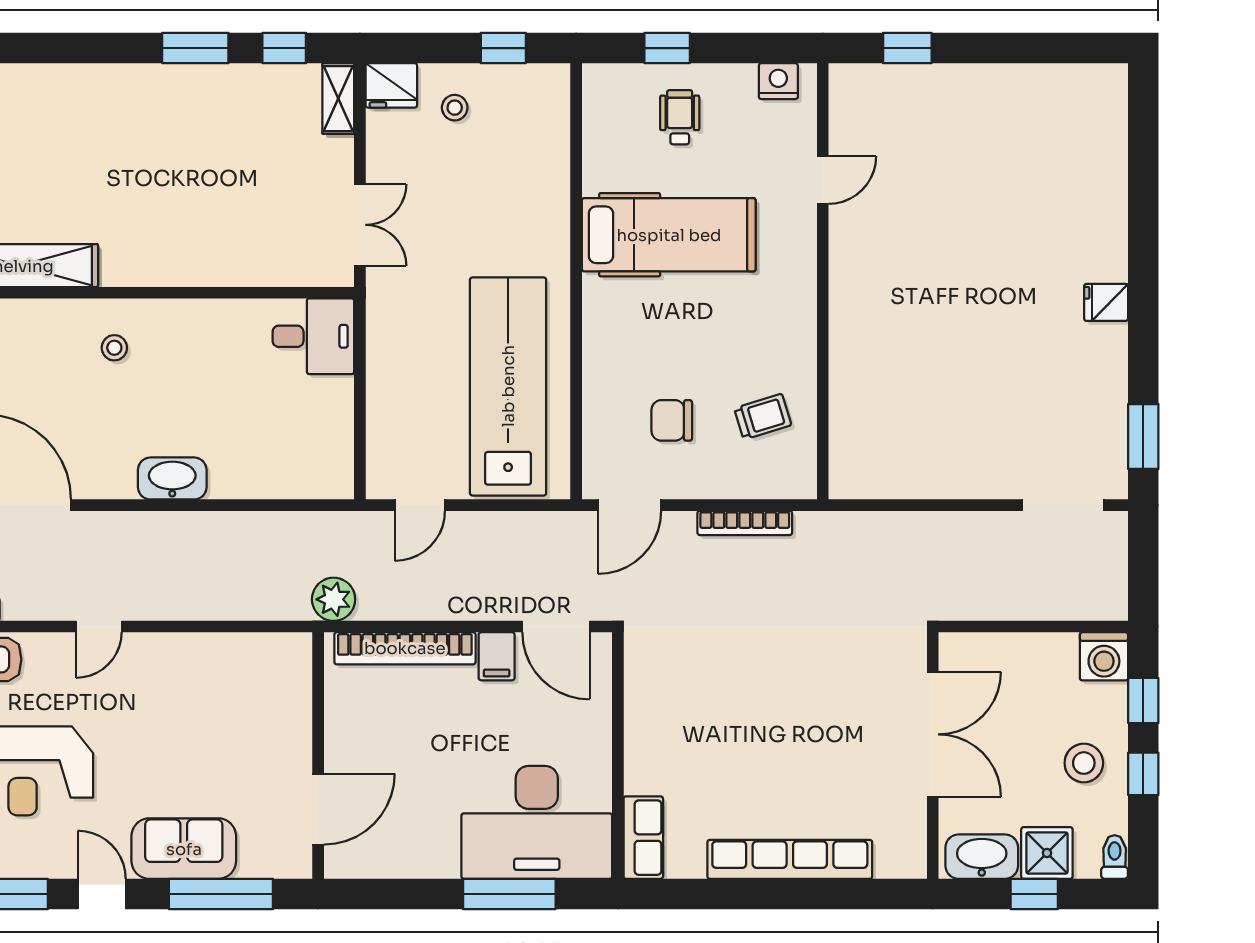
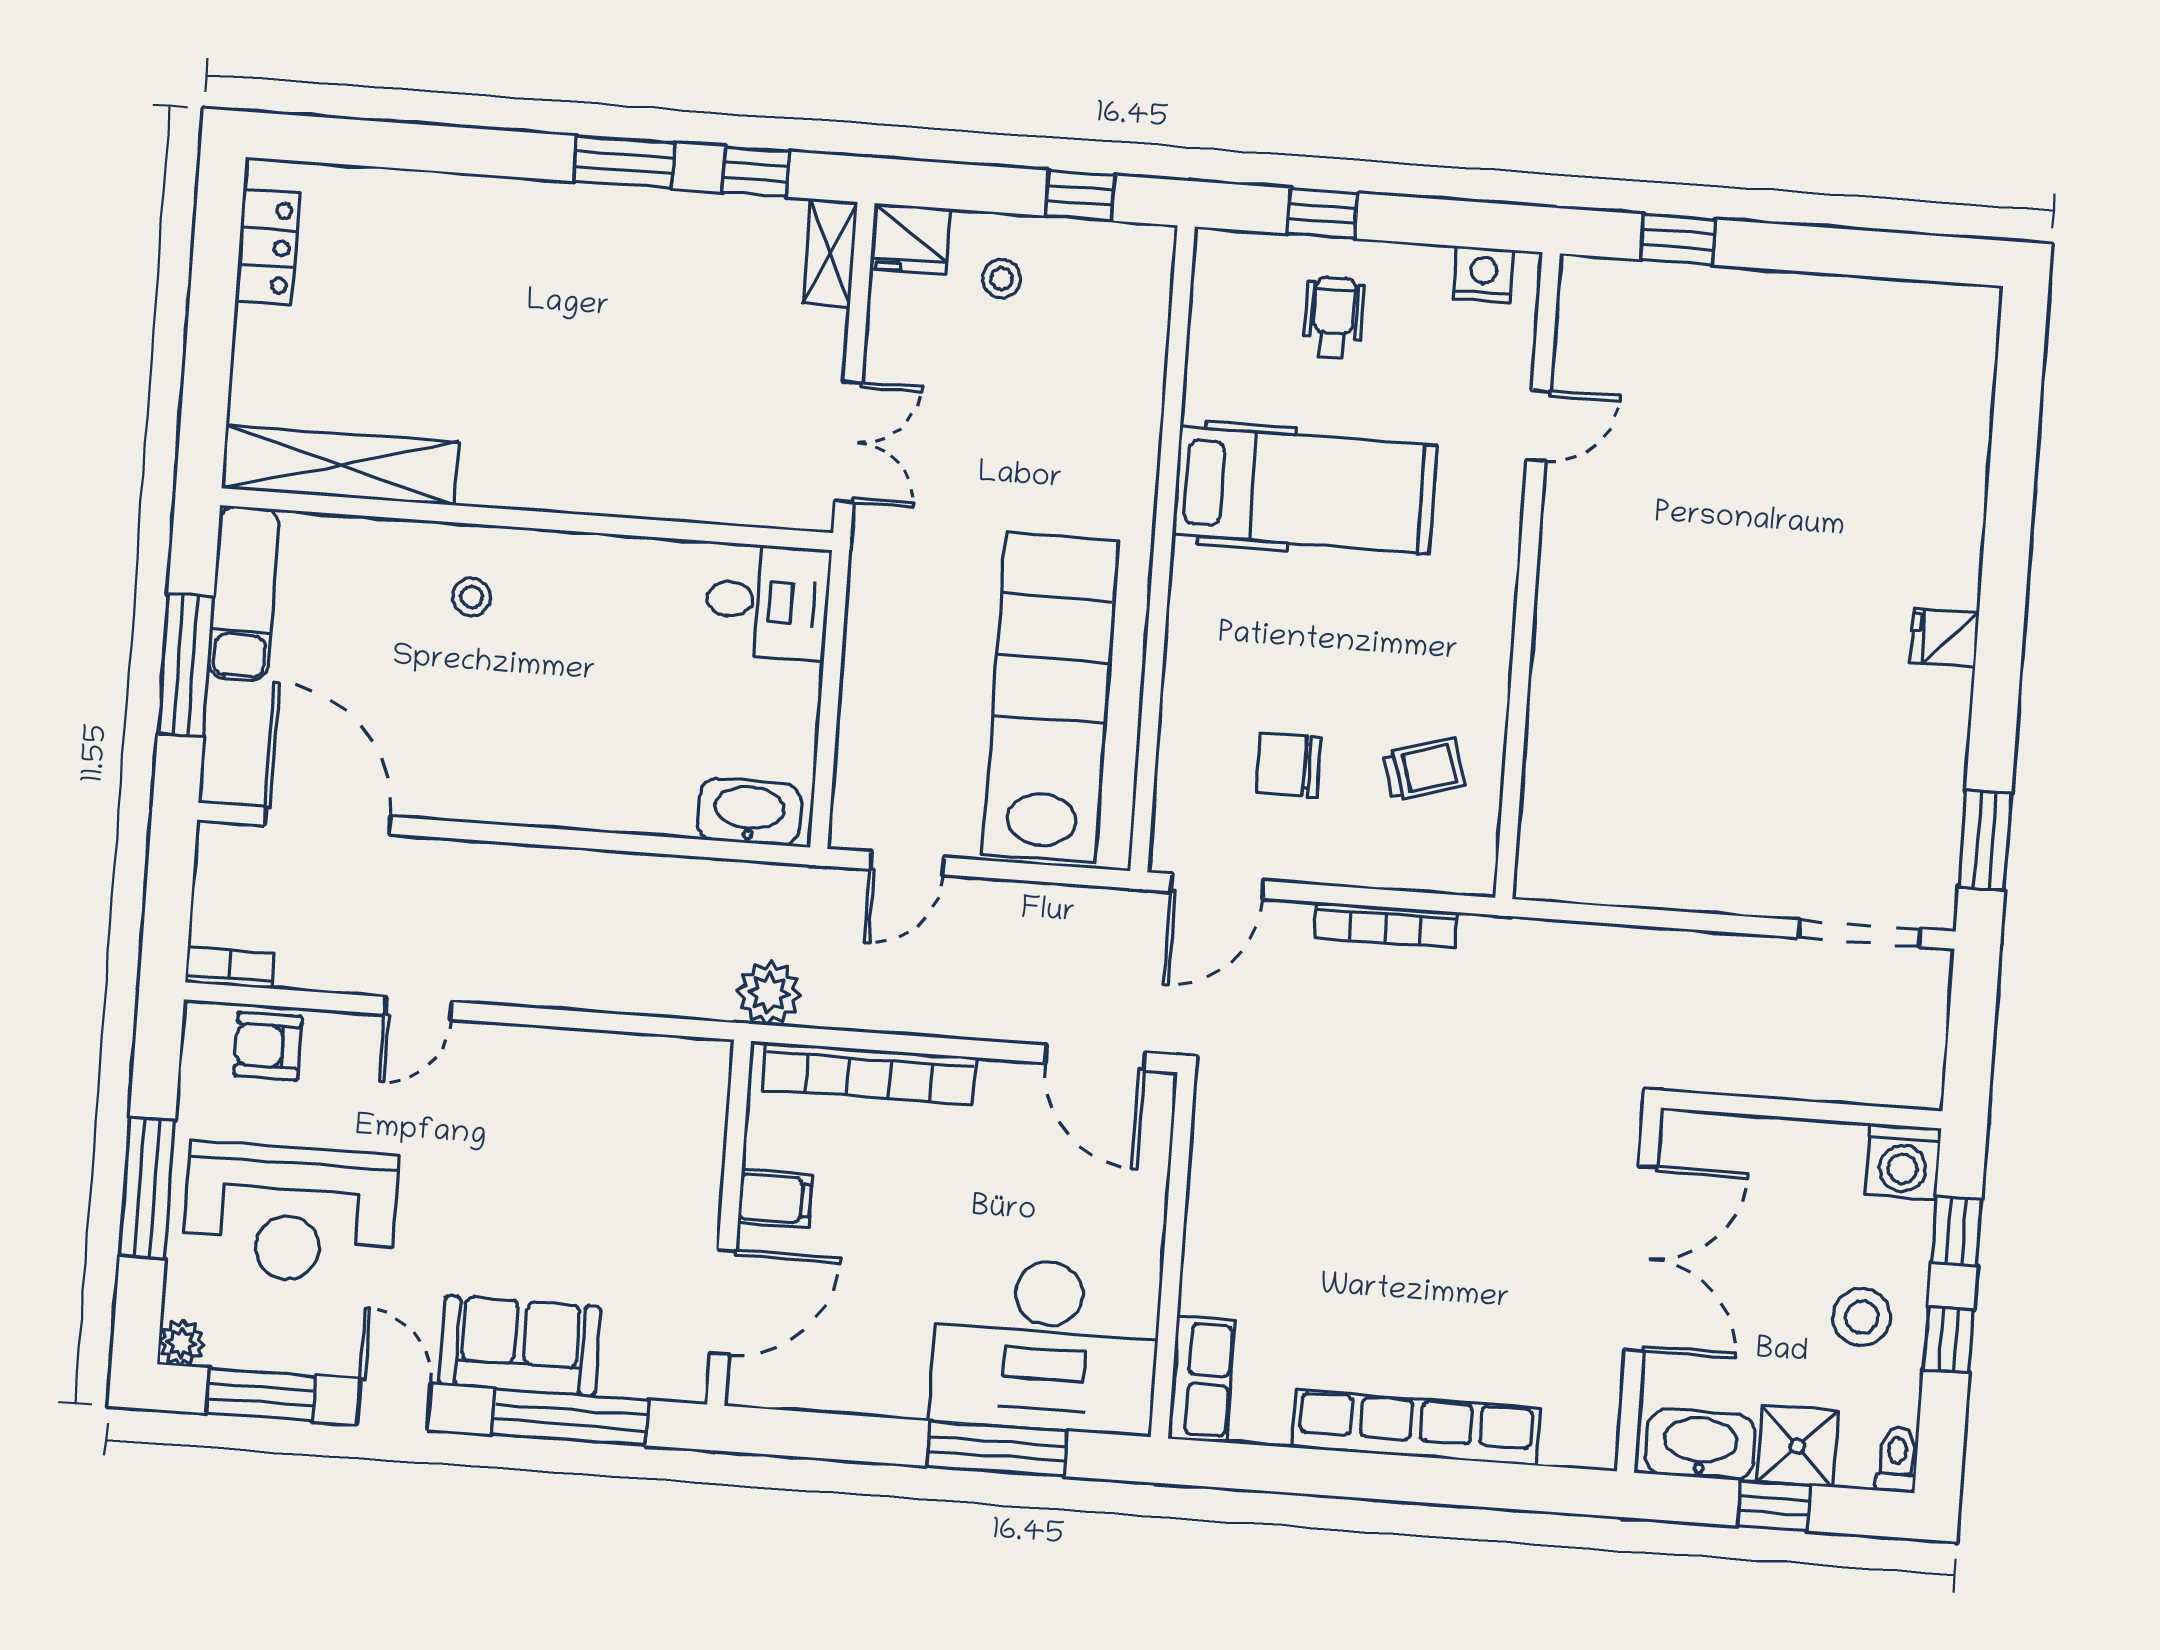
washbasin: (172, 478) -> (749, 812), moved
filing cabinet: (497, 656) -> (775, 1199), moved, turned -90

